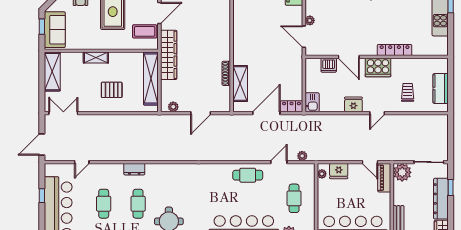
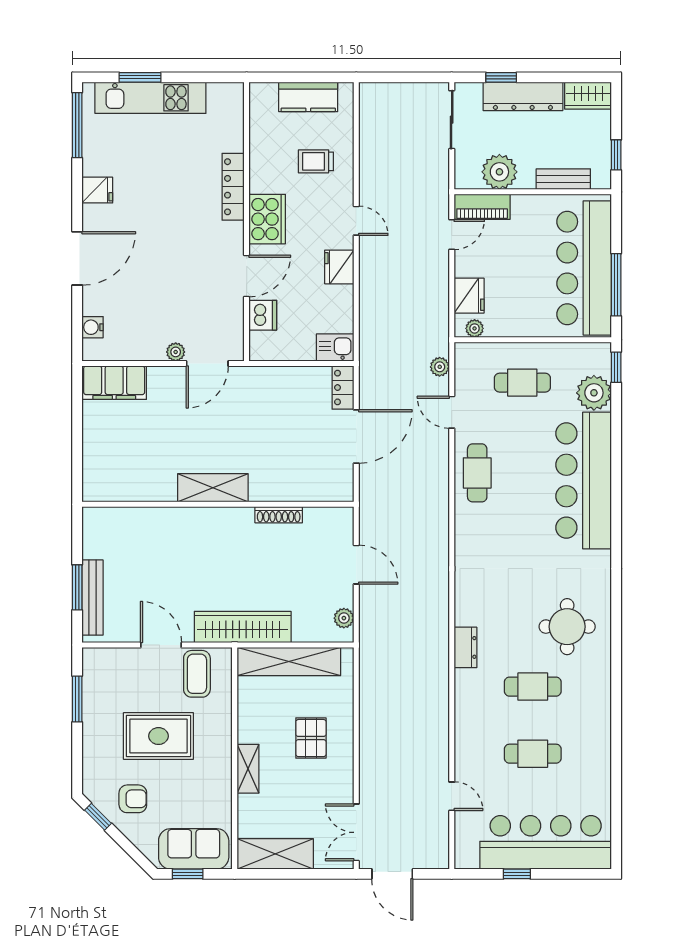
shelving: (240, 84) -> (213, 488), moved
door: (266, 113) -> (356, 436), swing flipped
door: (42, 145) -> (392, 874), moved
dresser: (134, 169) -> (465, 647), moved
plant: (402, 172) -> (499, 172), moved

